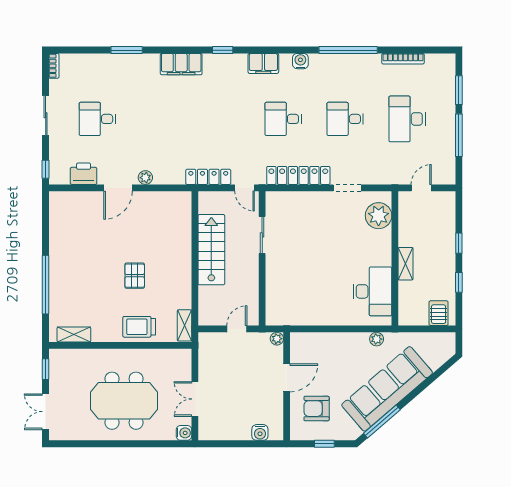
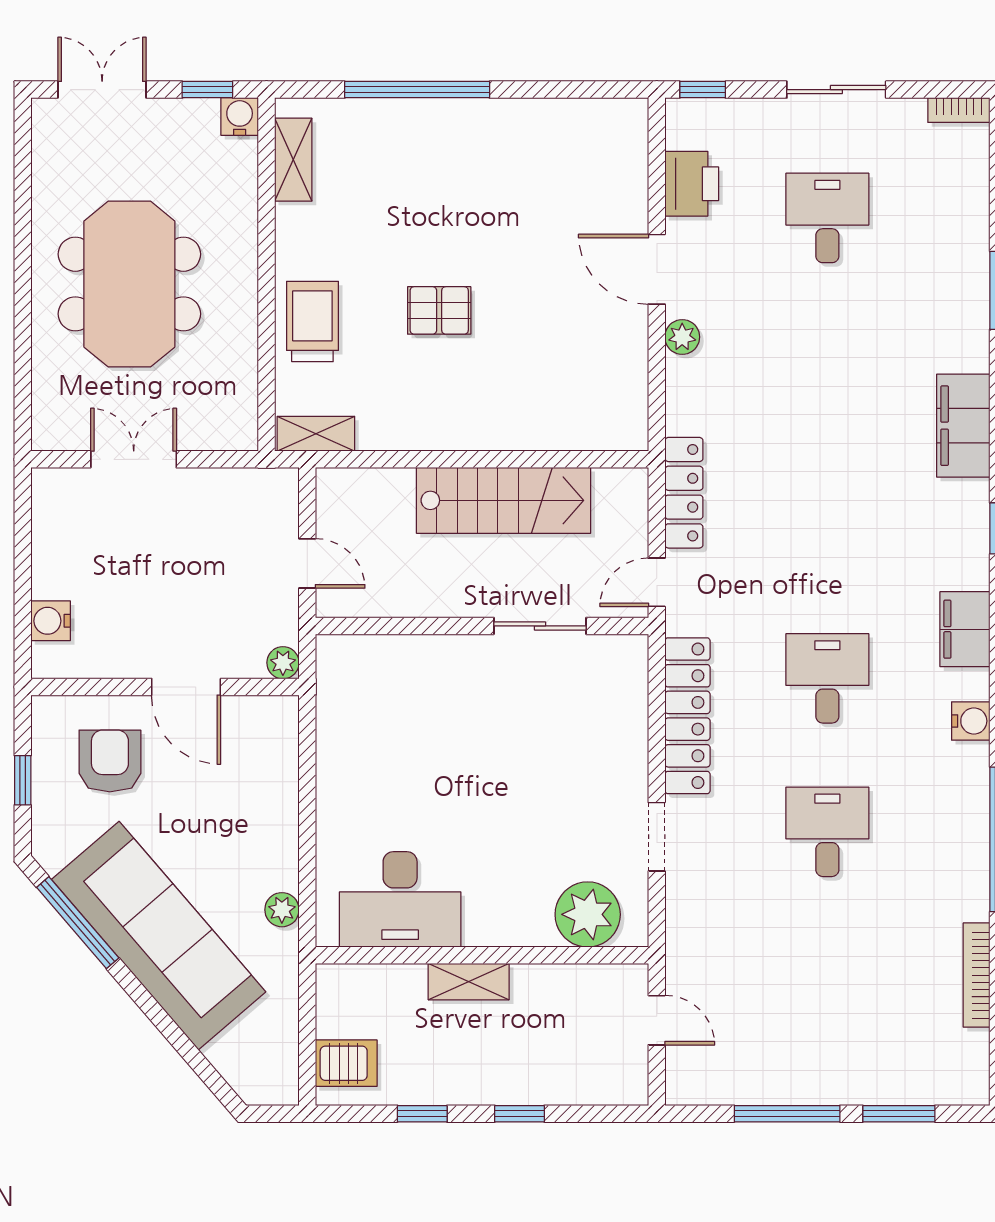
desk: (407, 119) -> (827, 985), removed
water cooler: (184, 433) -> (240, 116), moved, turned 180

